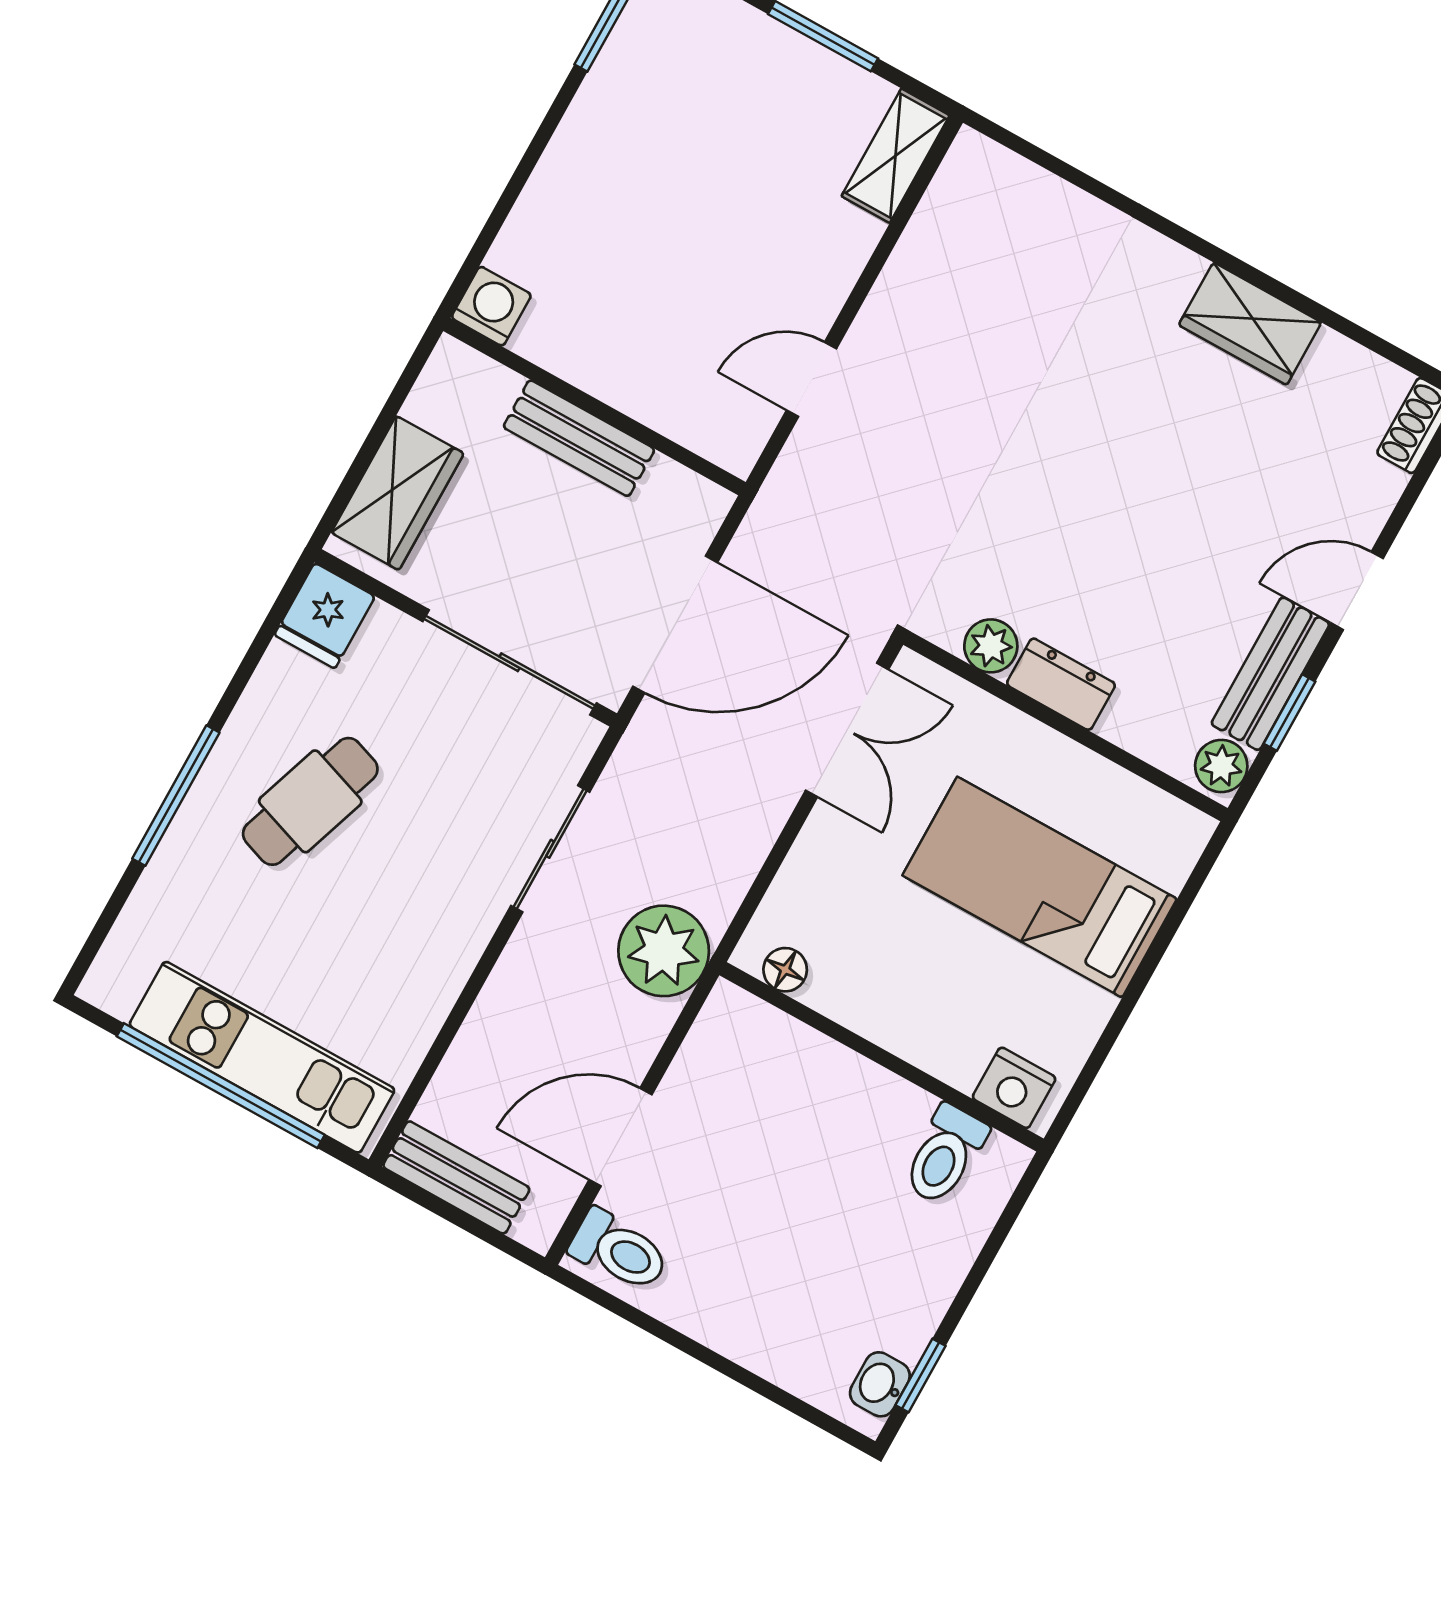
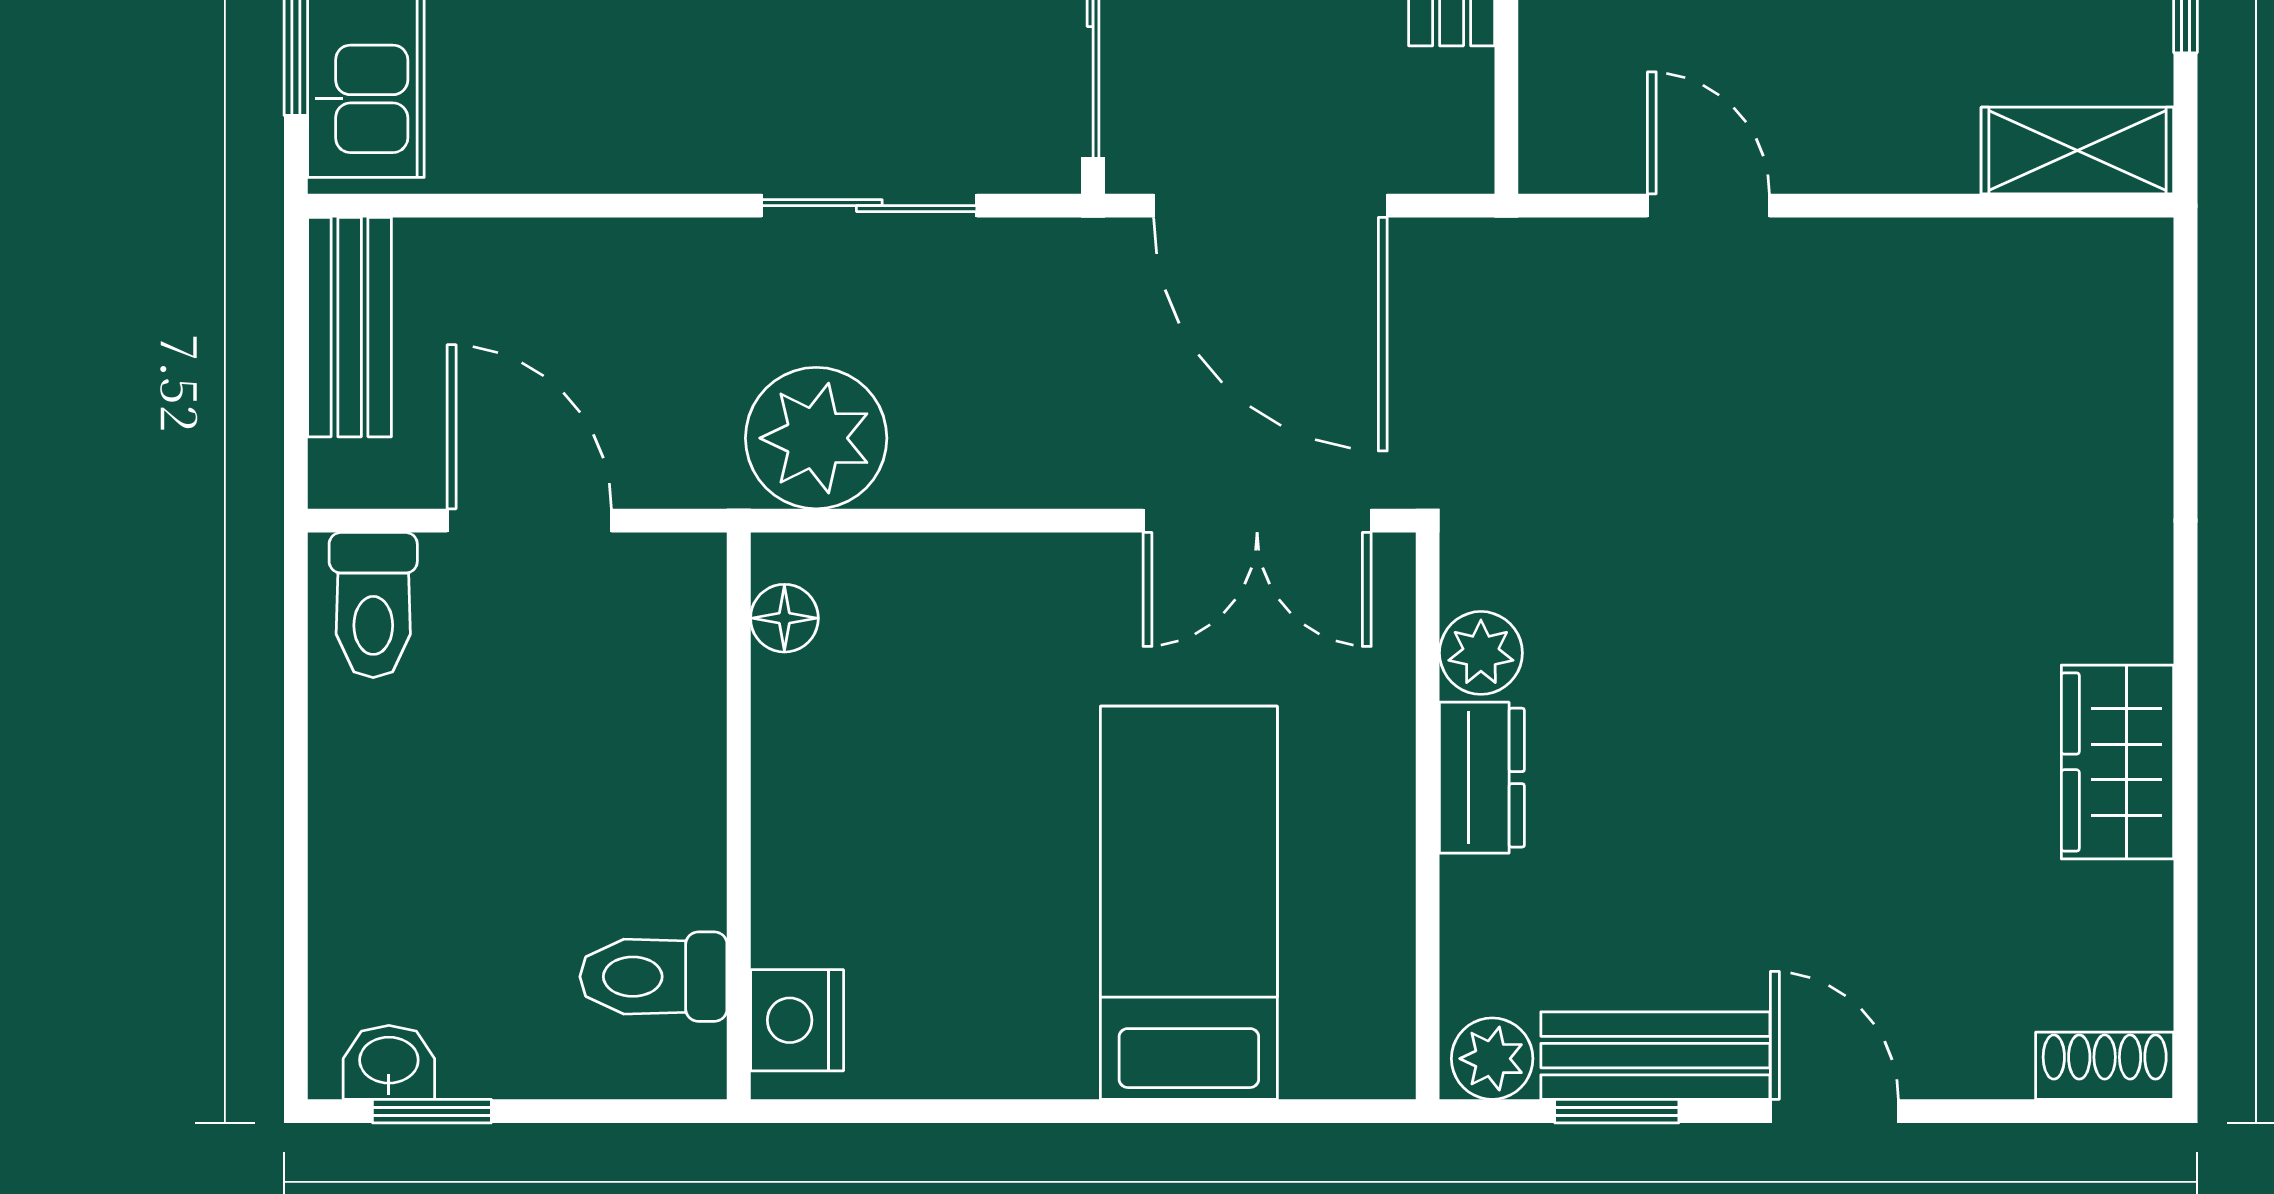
floor lamp: (785, 970) -> (784, 618), moved
wall: (882, 1057) -> (739, 816), moved
nightstand: (1014, 1088) -> (797, 1020), moved
toilet: (945, 1155) -> (653, 977), moved

